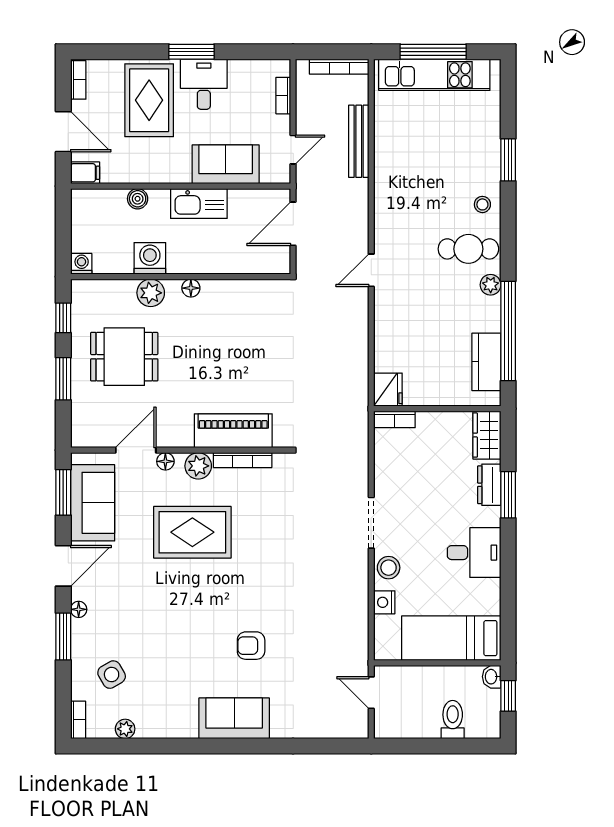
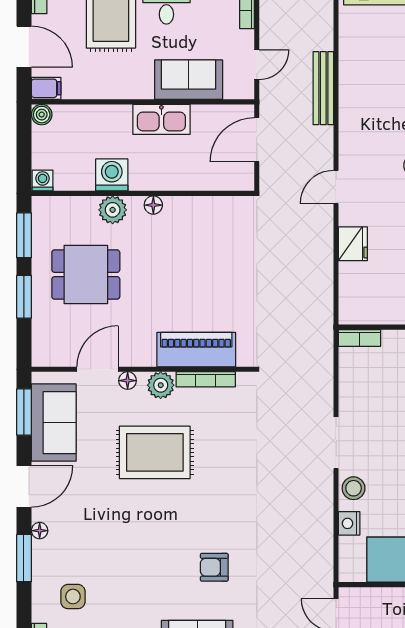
bench: (359, 141) -> (323, 88), moved
boiler: (138, 199) -> (42, 115), moved
window: (63, 318) -> (24, 235), width x1.50
fridge: (388, 390) -> (353, 244), moved
side table: (112, 675) -> (73, 597), turned 30

